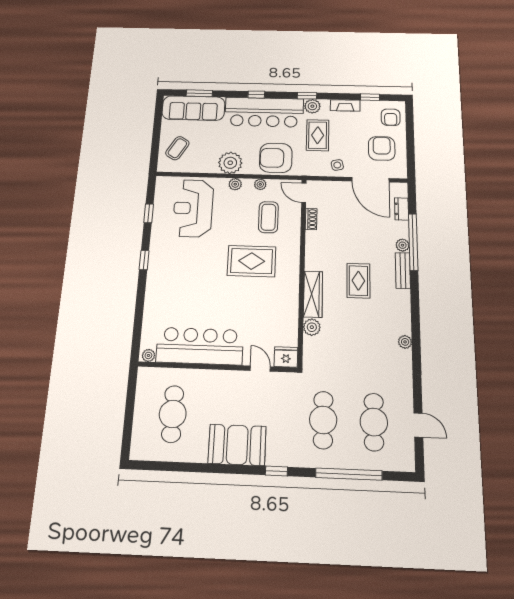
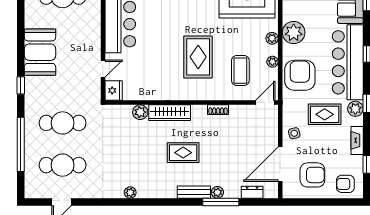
coffee table: (268, 217) -> (240, 71), turned 90
shoe rack: (311, 219) -> (218, 110), moved
window: (413, 242) -> (221, 202), width x0.68

